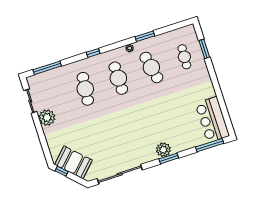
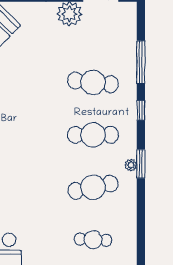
window: (145, 36) -> (141, 164), moved
window: (47, 68) -> (141, 62), moved

